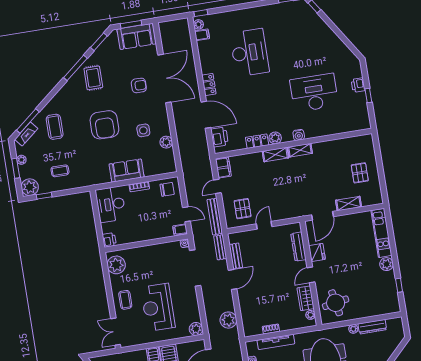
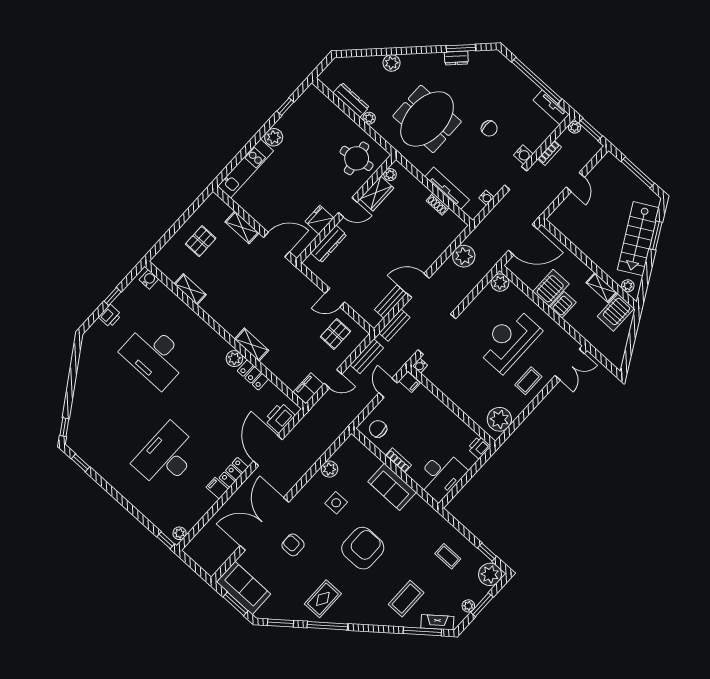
filing cabinet: (202, 35) -> (217, 488), moved
water cooler: (299, 135) -> (149, 279), moved
shelving: (300, 150) -> (190, 289), moved
bench: (215, 217) -> (367, 356), width x0.73
reception desk: (158, 307) -> (509, 340), turned 180

